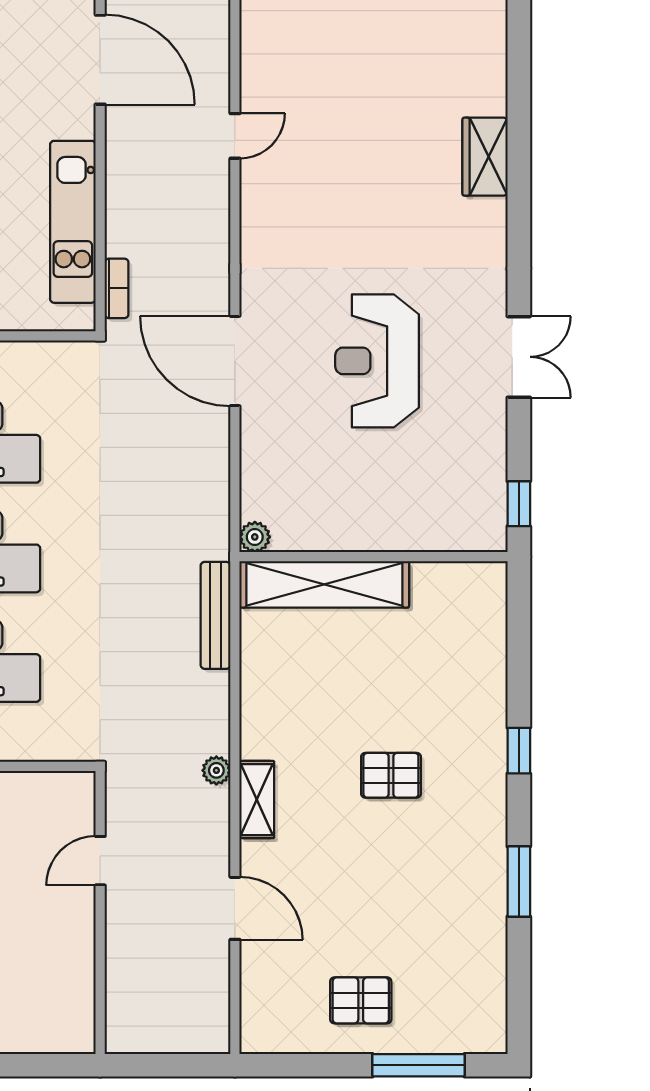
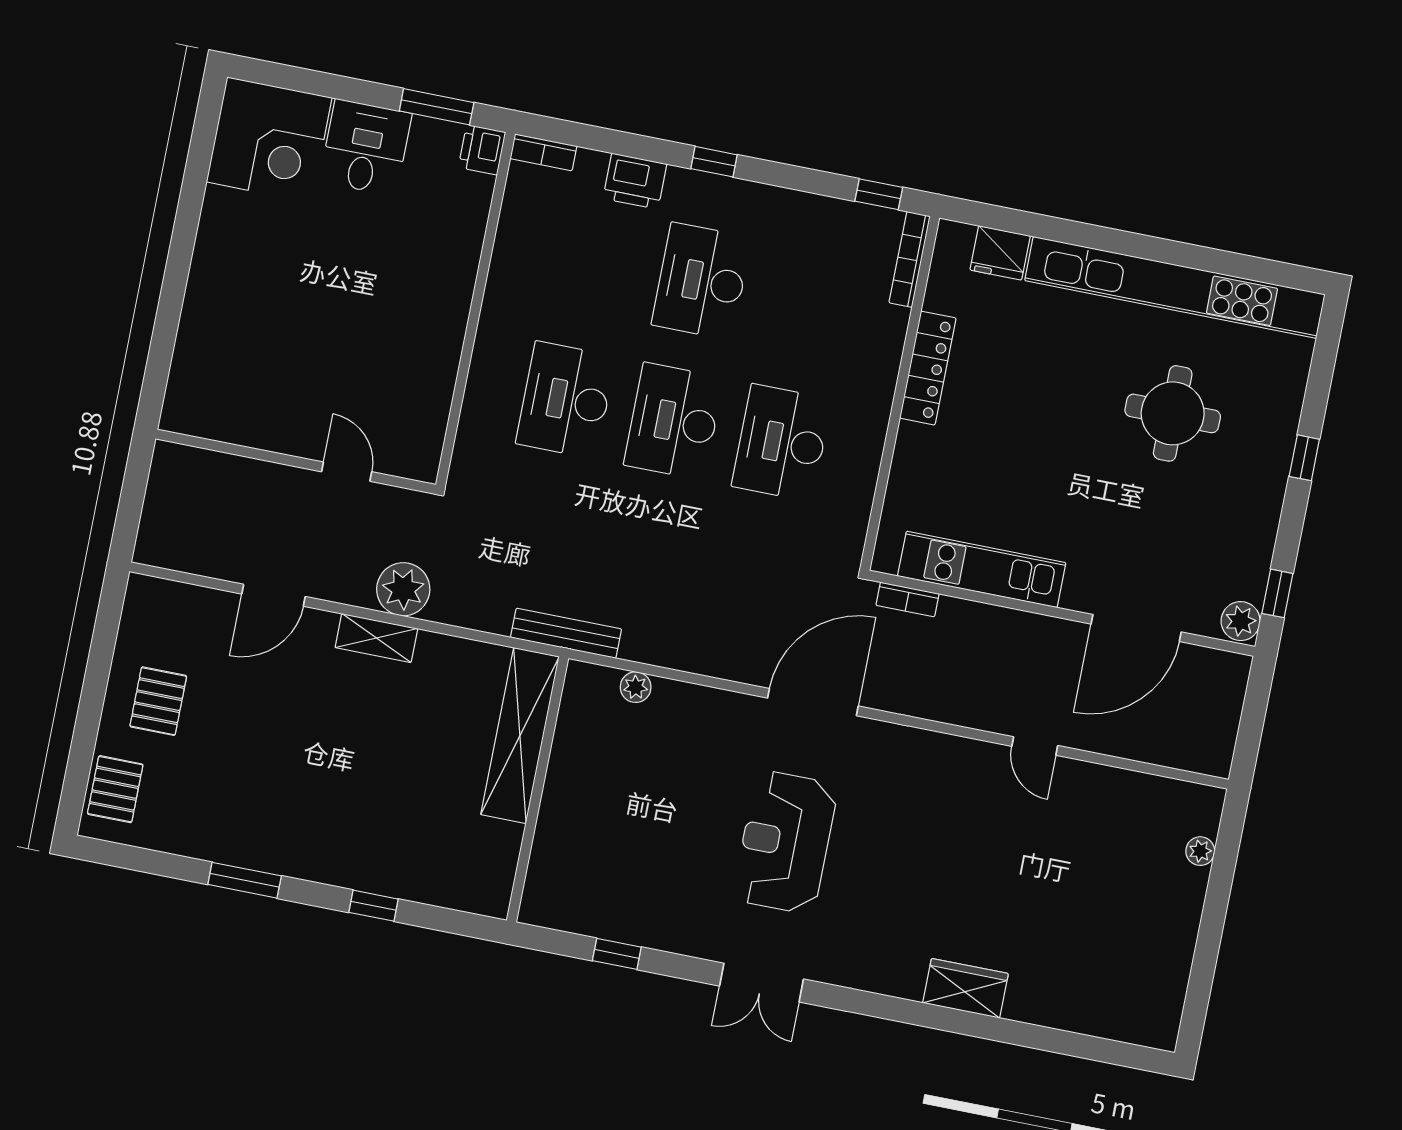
reception desk: (377, 361) -> (785, 842), turned -90
wall: (374, 557) -> (538, 789), moved
shelving: (324, 584) -> (520, 736), moved
plant: (216, 770) -> (403, 589), width x1.88, depth x1.88
pallet: (391, 775) -> (115, 789), moved
window: (419, 1065) -> (83, 745), removed

